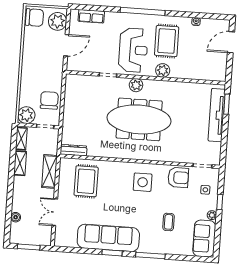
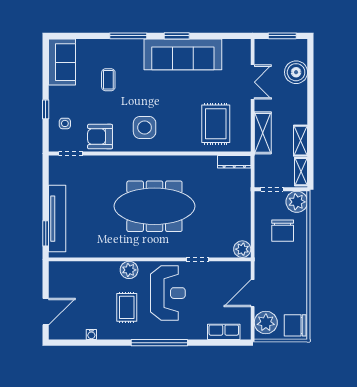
rug: (167, 41) -> (127, 307), width x0.73, depth x0.70
reception desk: (133, 50) -> (168, 293), turned 180
plant: (136, 85) -> (242, 249), moved
chair: (49, 100) -> (283, 231), moved
plant: (212, 215) -> (54, 92), removed
boiler: (16, 217) -> (296, 72), width x1.86, depth x1.86

